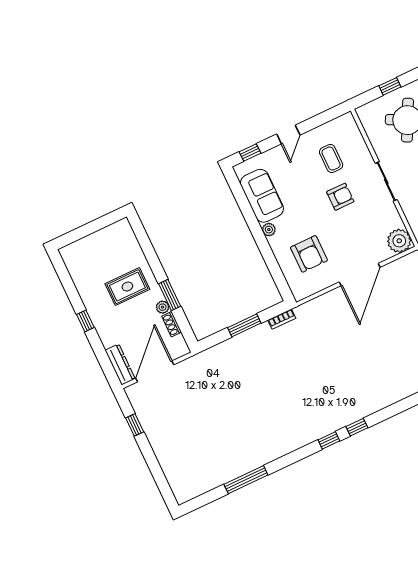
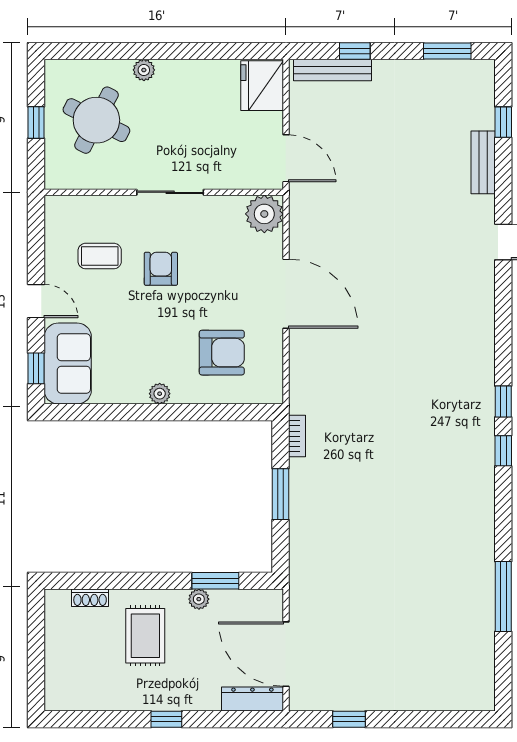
sofa: (262, 196) -> (68, 364), moved, turned 90
window: (170, 295) -> (215, 581), moved
shoe rack: (172, 324) -> (90, 598), moved

